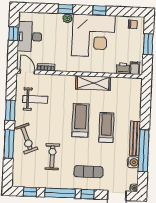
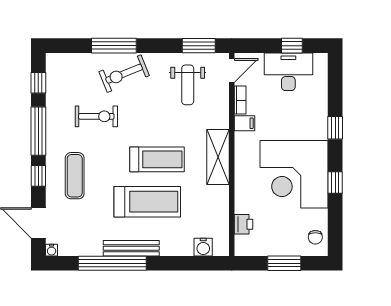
plant: (67, 18) -> (320, 131), removed
filing cabinet: (135, 68) -> (245, 123), moved
shelving: (93, 83) -> (218, 157), moved
window: (10, 110) -> (199, 46), moved
treadmill: (106, 127) -> (147, 202), width x1.37, depth x1.38
water cooler: (133, 162) -> (203, 247), moved

